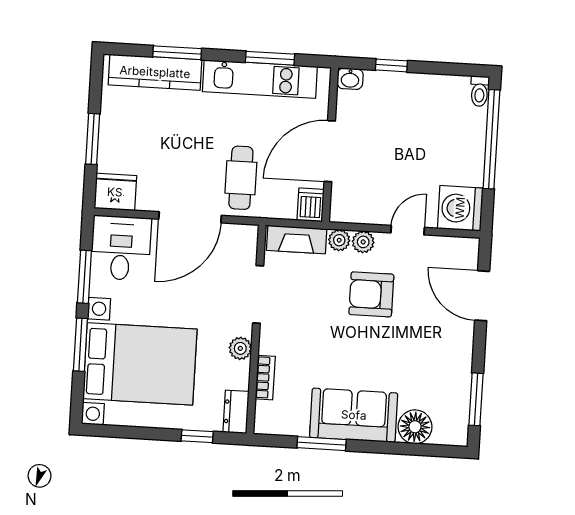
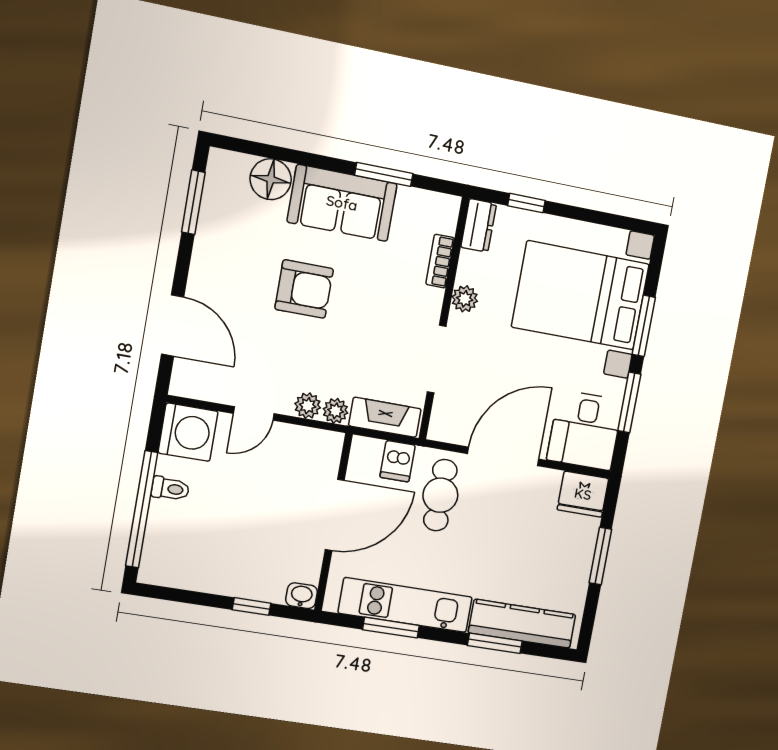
toilet: (480, 91) -> (170, 489), moved, turned 90
dishwasher: (311, 205) -> (398, 461), moved
armchair: (371, 294) -> (304, 289), moved

